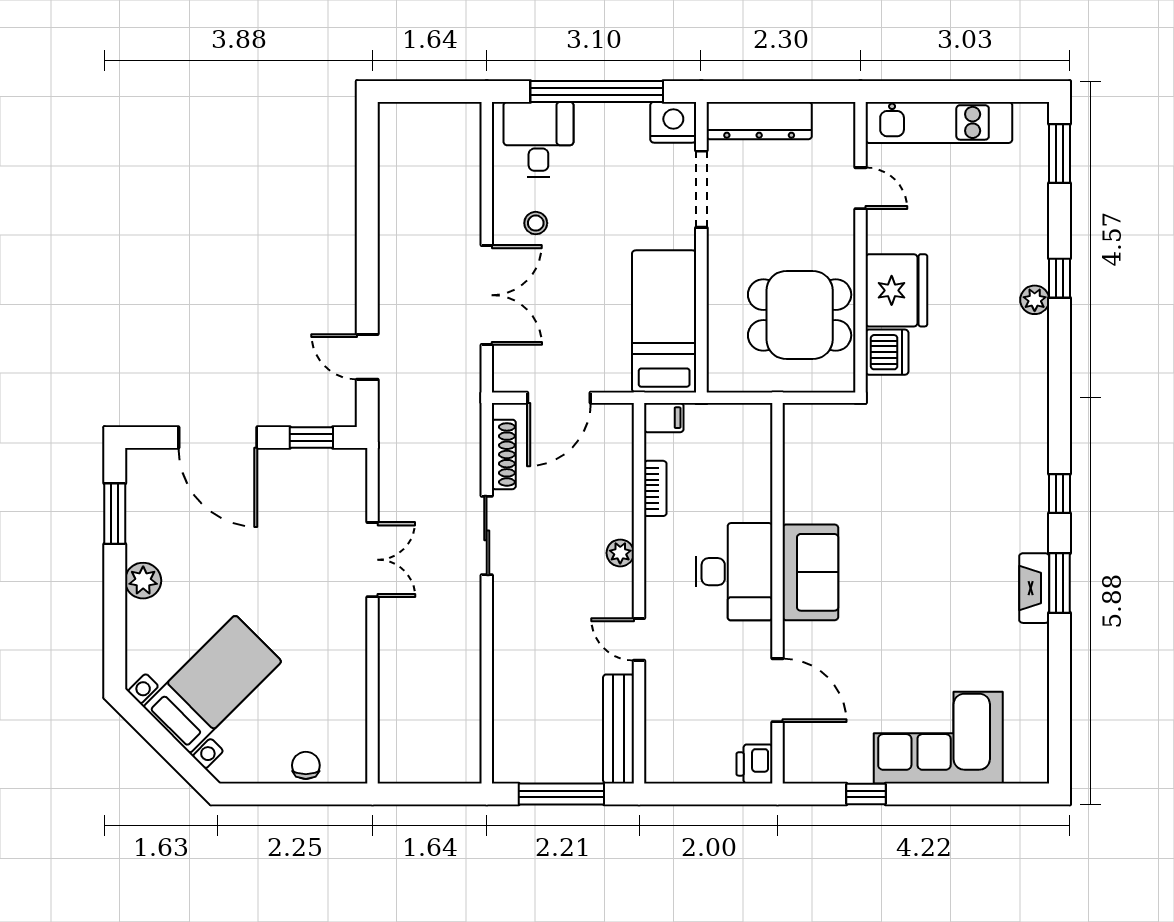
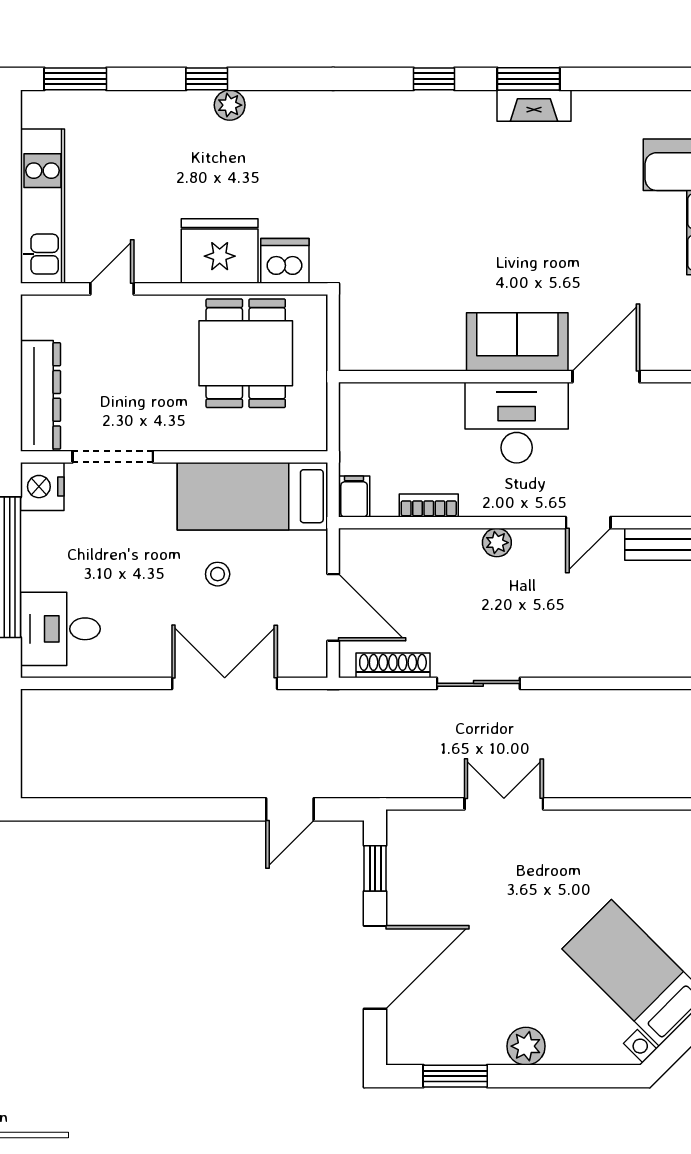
stool: (536, 223) -> (218, 574), moved
door: (777, 690) -> (606, 377), moved

